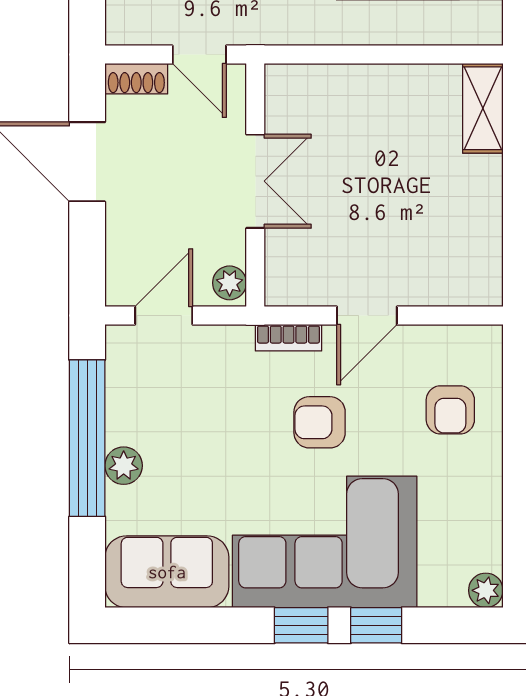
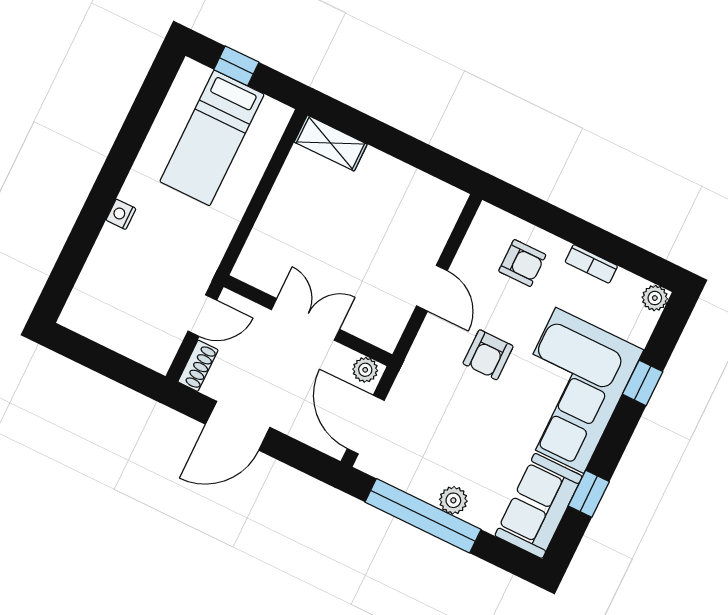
door: (164, 316) -> (366, 425), width x1.38
bookcase: (288, 338) -> (591, 264), moved, turned 90
window: (301, 625) -> (589, 494), moved

